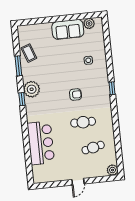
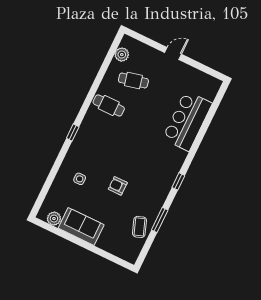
plant: (32, 89) -> (161, 186), removed
armchair: (75, 95) -> (118, 186), moved
cafe table: (83, 122) -> (109, 105), moved
plant: (113, 170) -> (122, 55), moved

